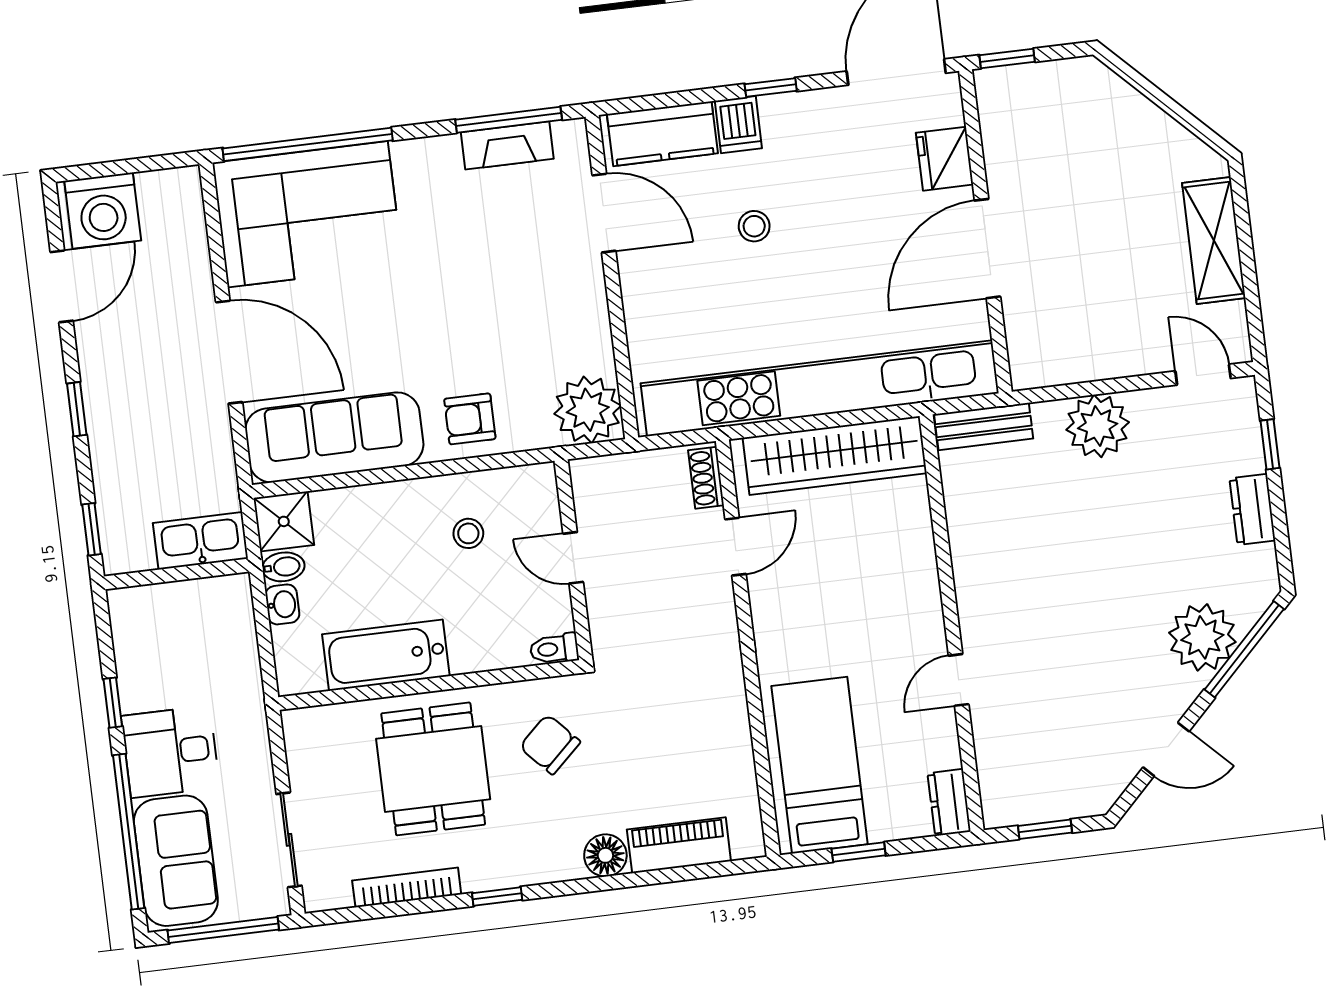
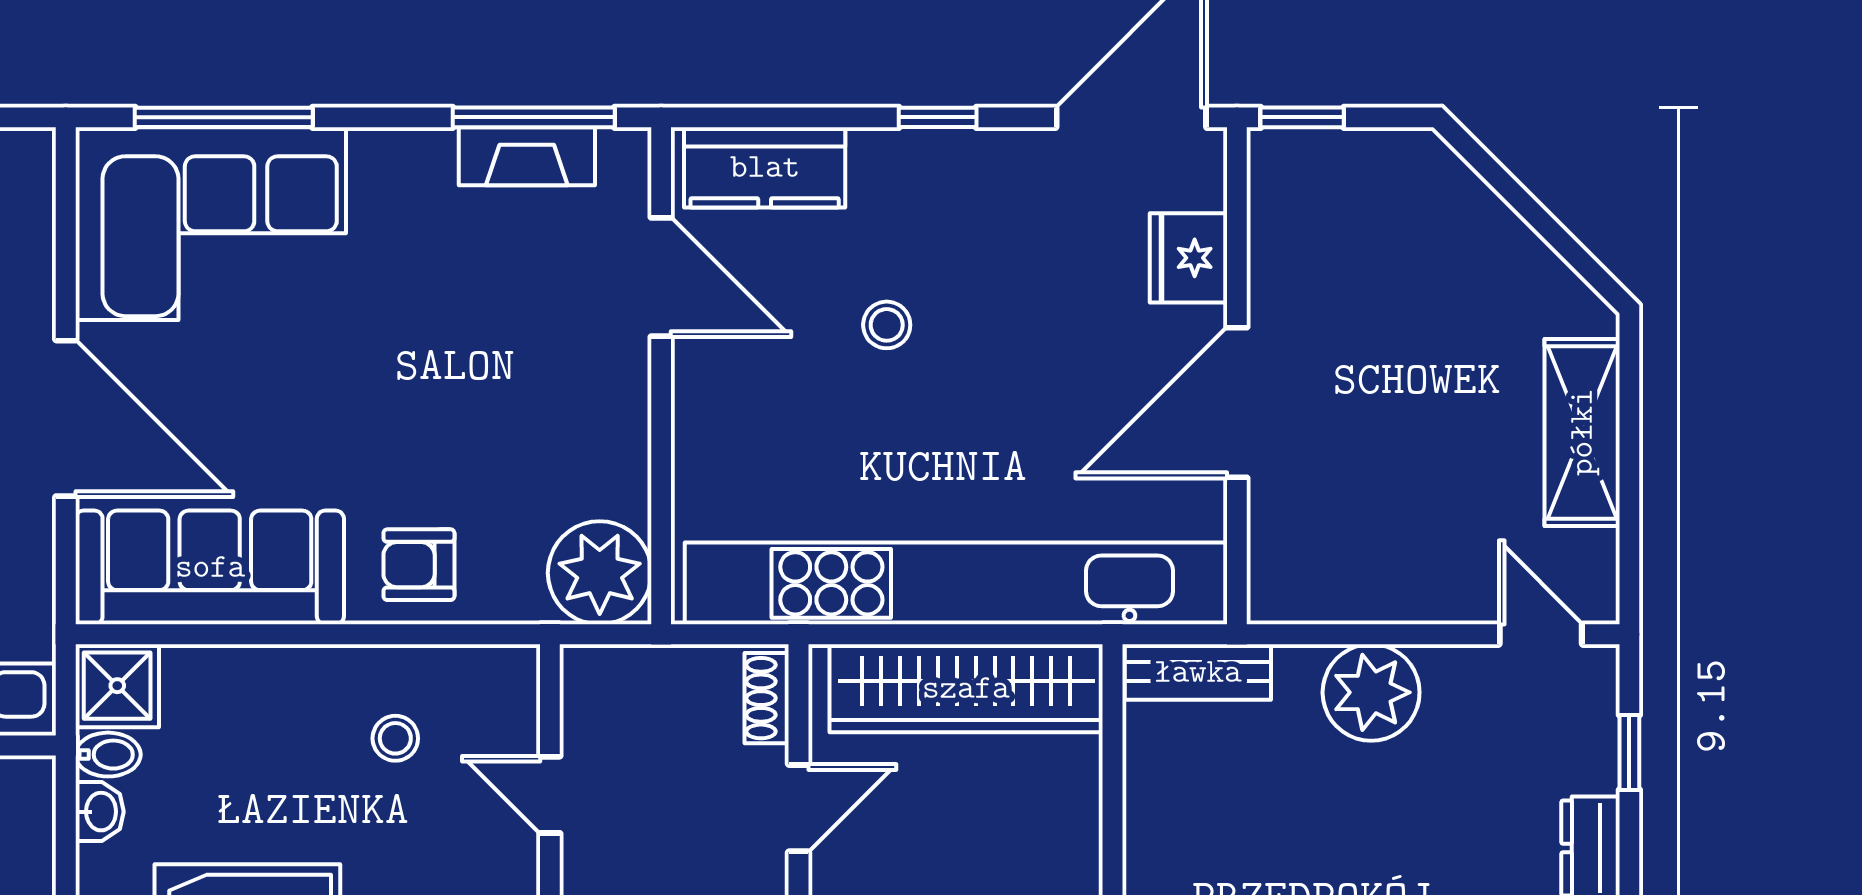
dishwasher: (738, 125) -> (882, 168), removed
window: (308, 144) -> (224, 117), width x0.68

